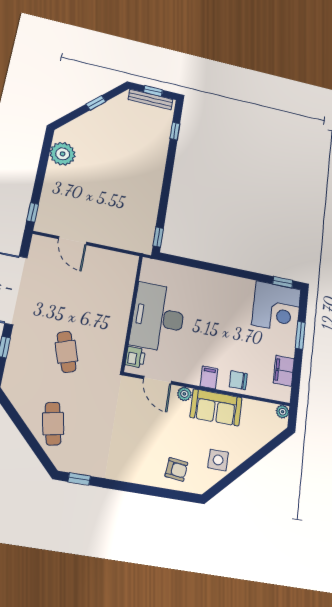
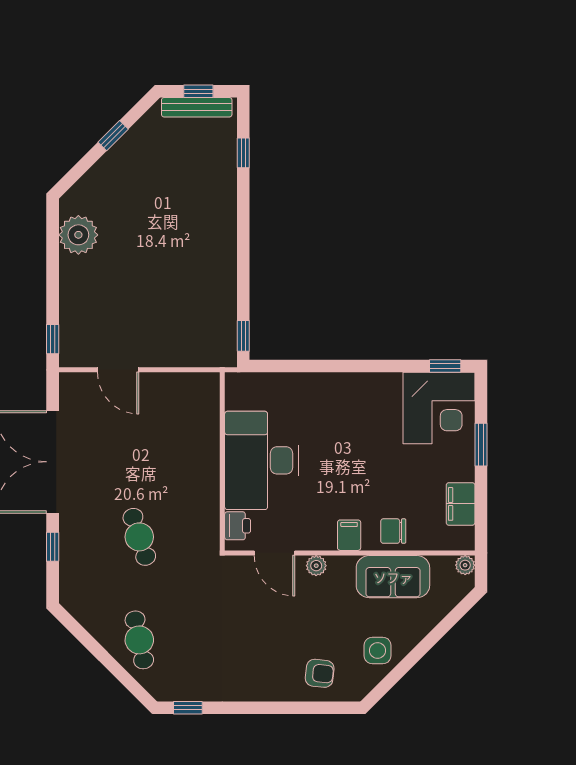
sofa: (216, 407) -> (393, 577), moved

